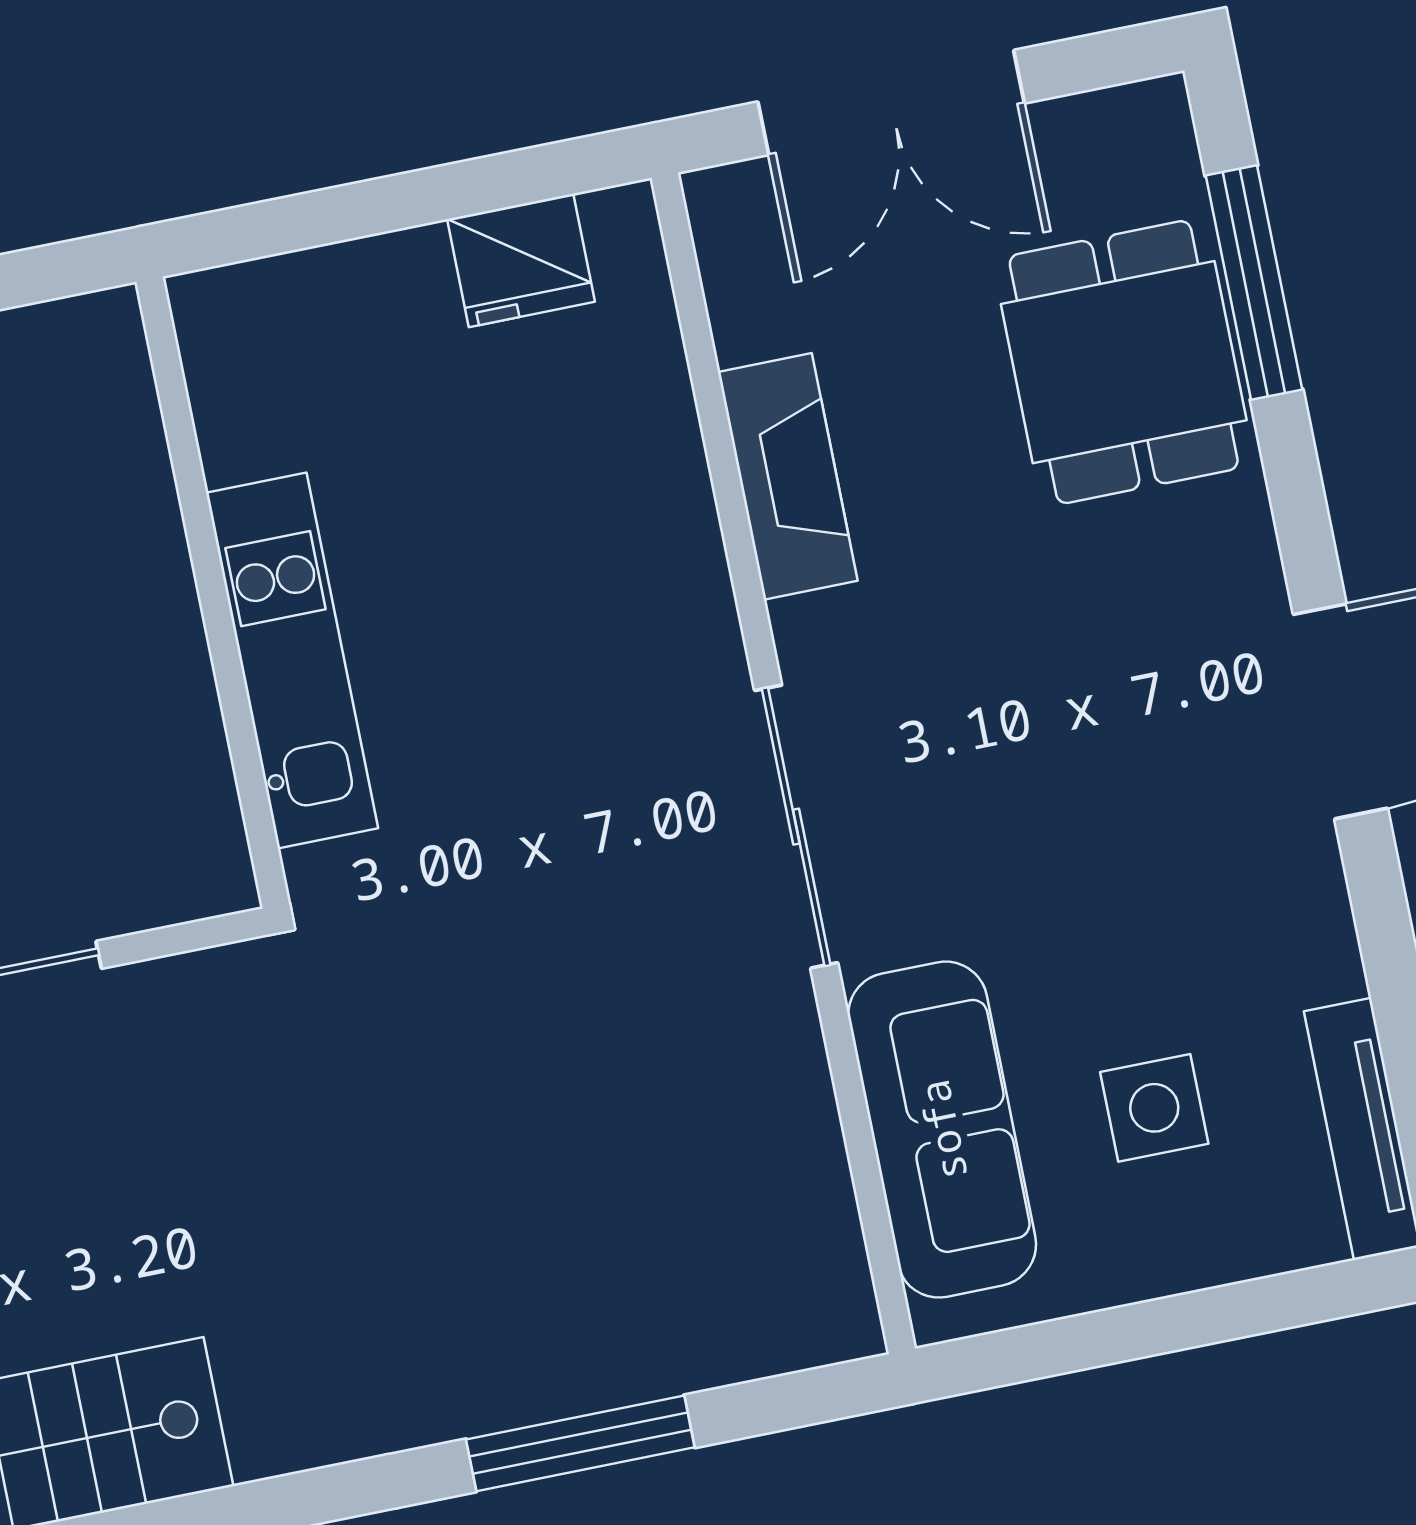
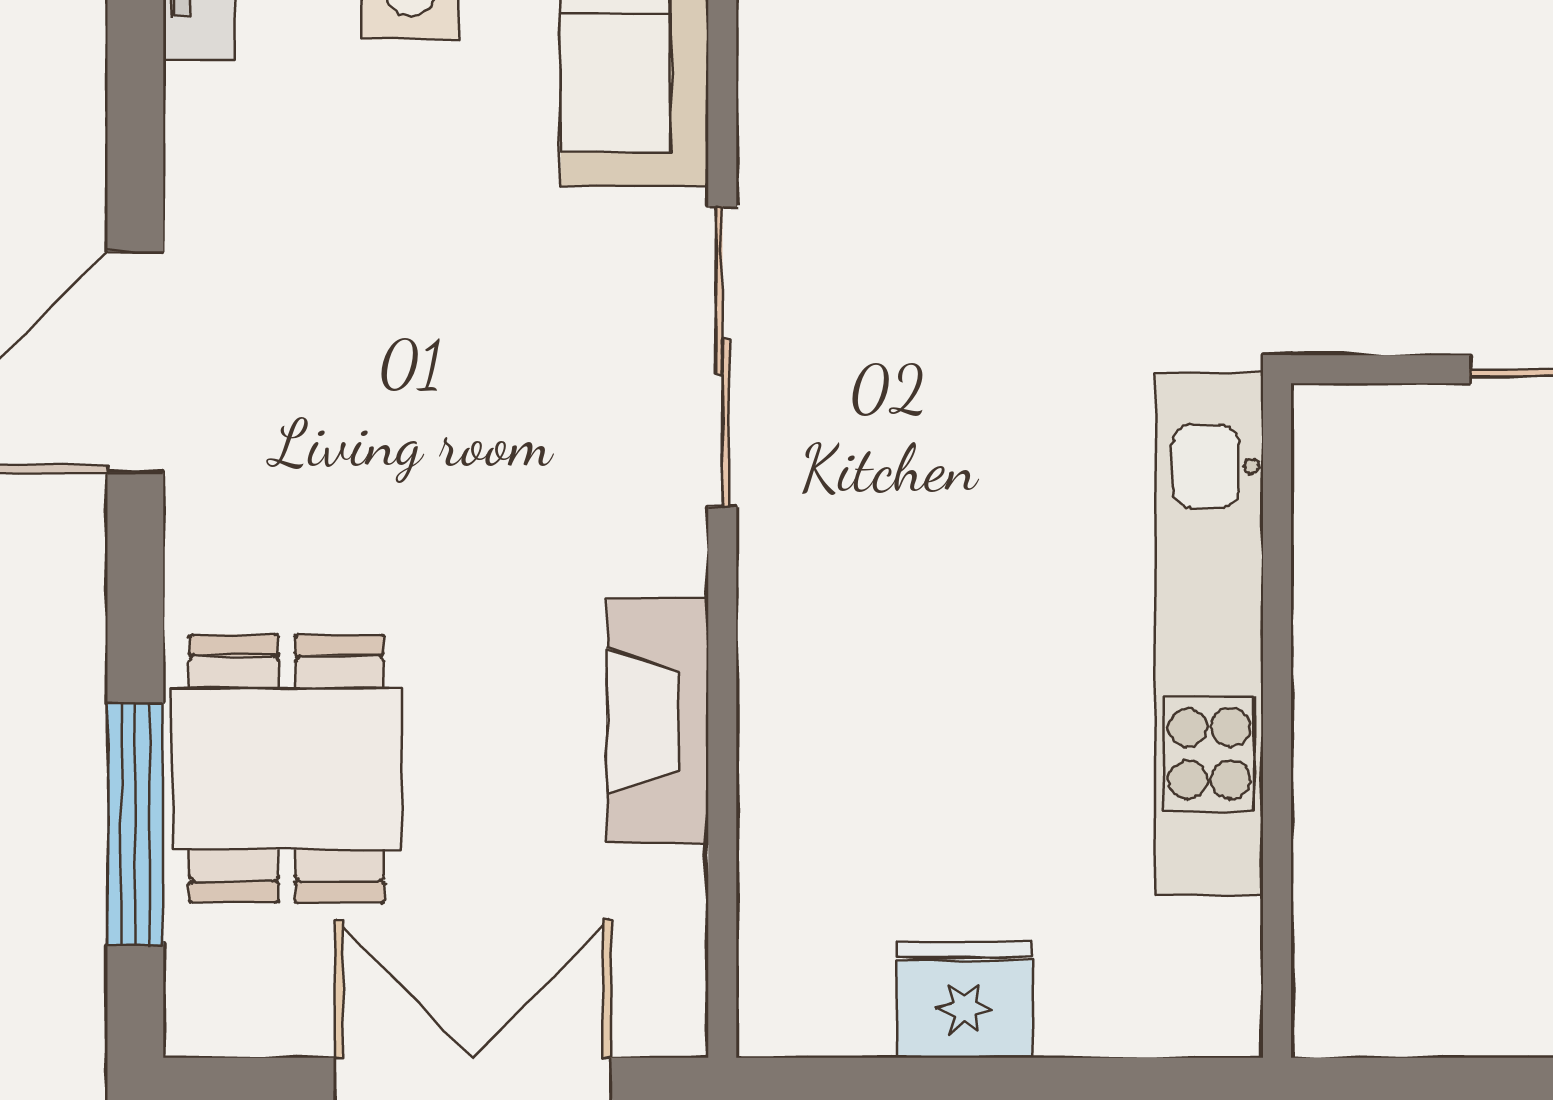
fridge: (521, 260) -> (964, 1000), moved
kitchen unit: (292, 661) -> (1209, 633), width x1.36

